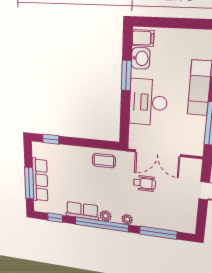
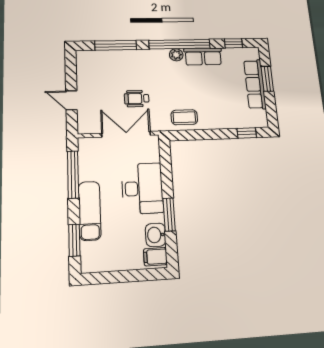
window: (29, 183) -> (267, 79), width x0.69
plant: (127, 219) -> (152, 55), removed

